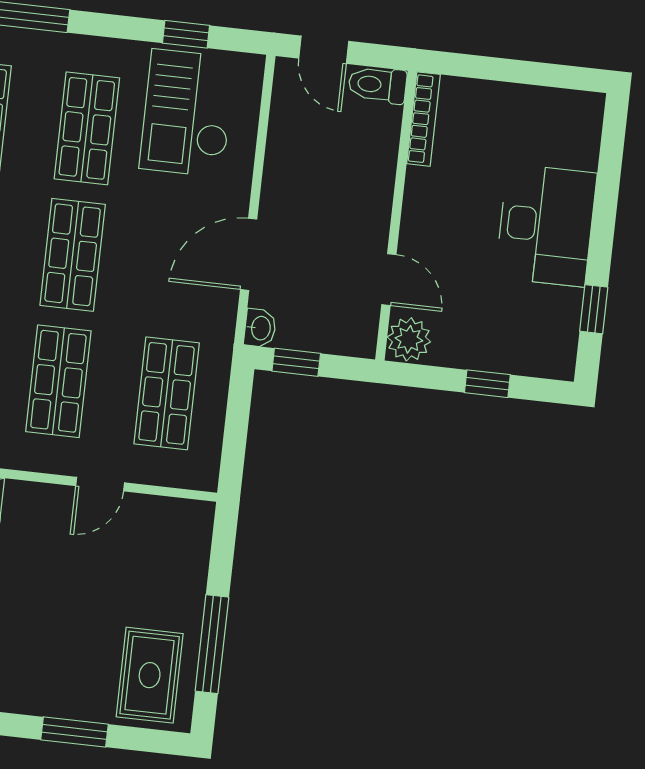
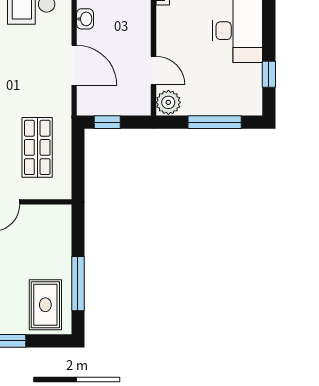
door: (249, 254) -> (74, 65), swing flipped
washbasin: (260, 328) -> (85, 19), moved
window: (487, 384) -> (215, 122), width x2.17

